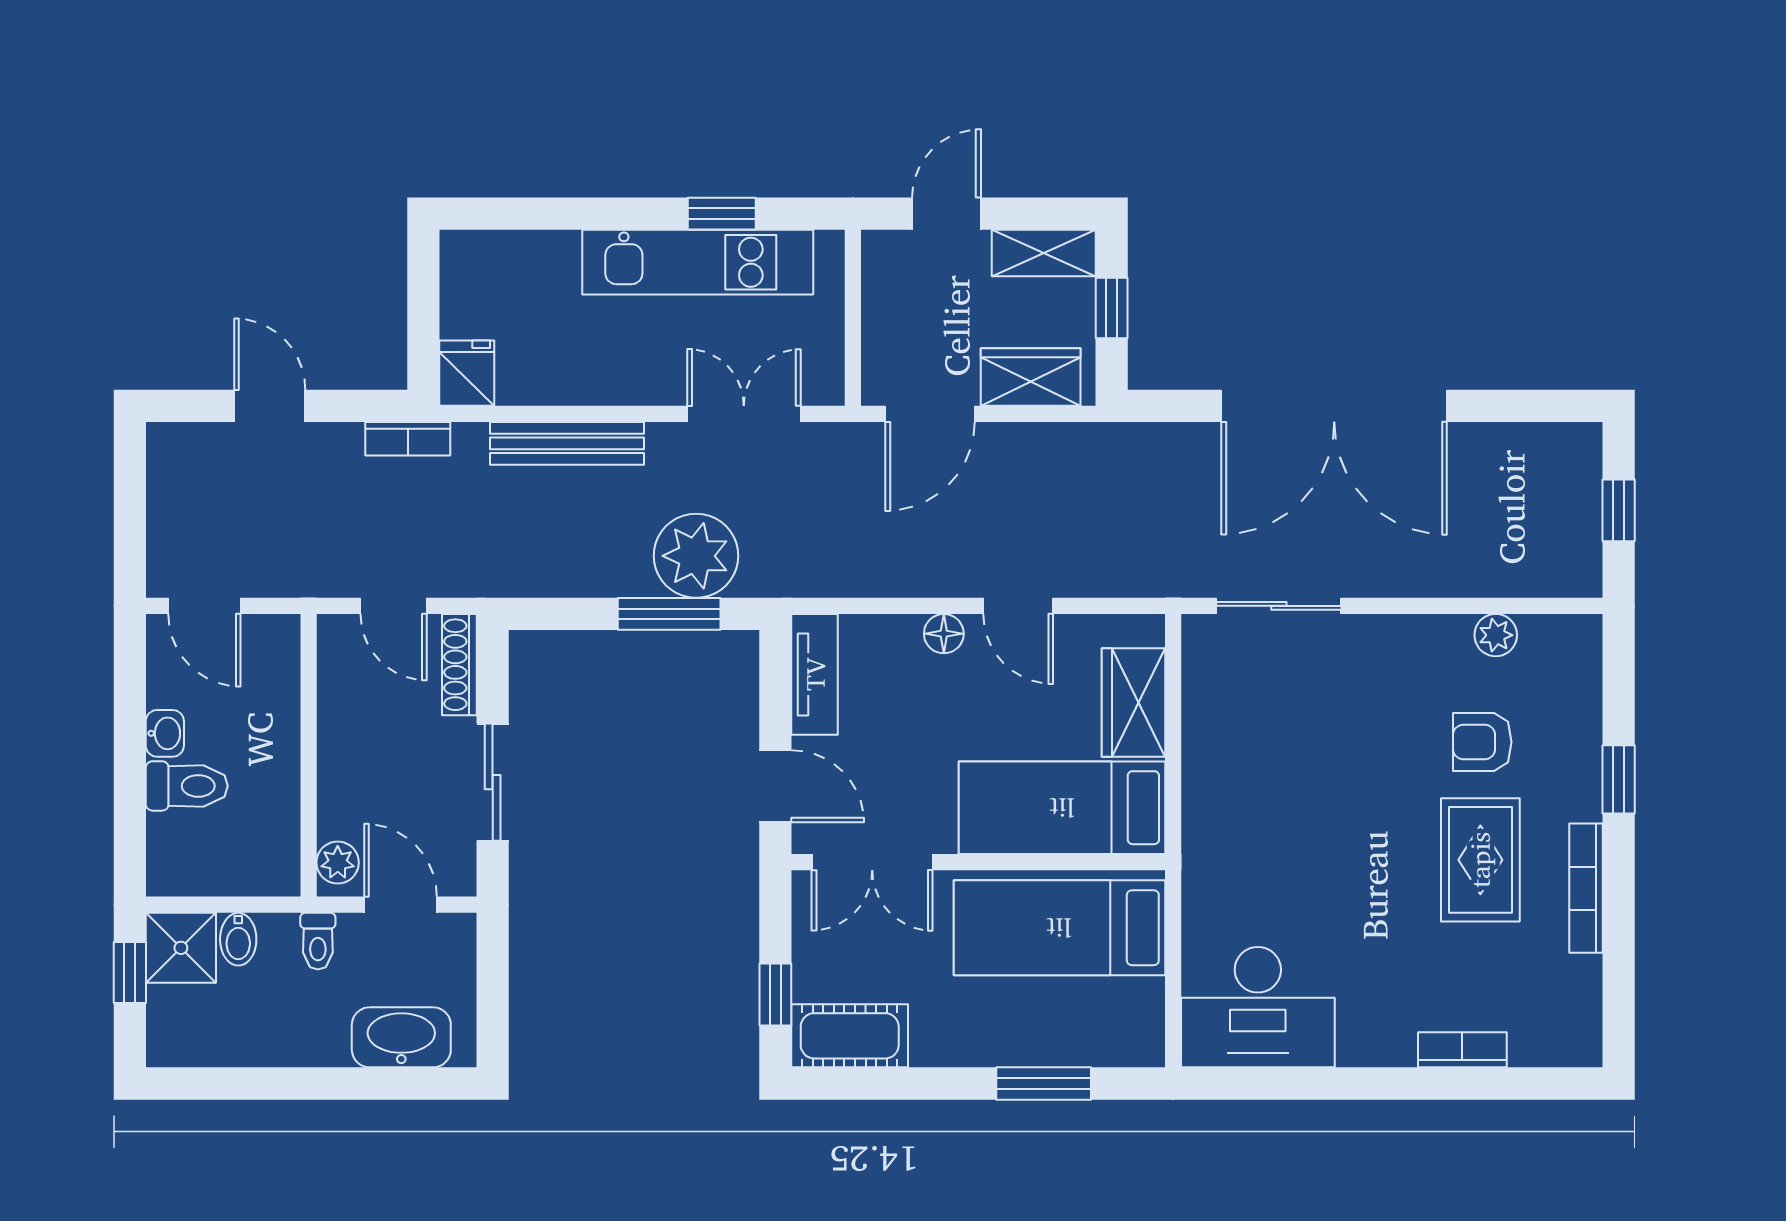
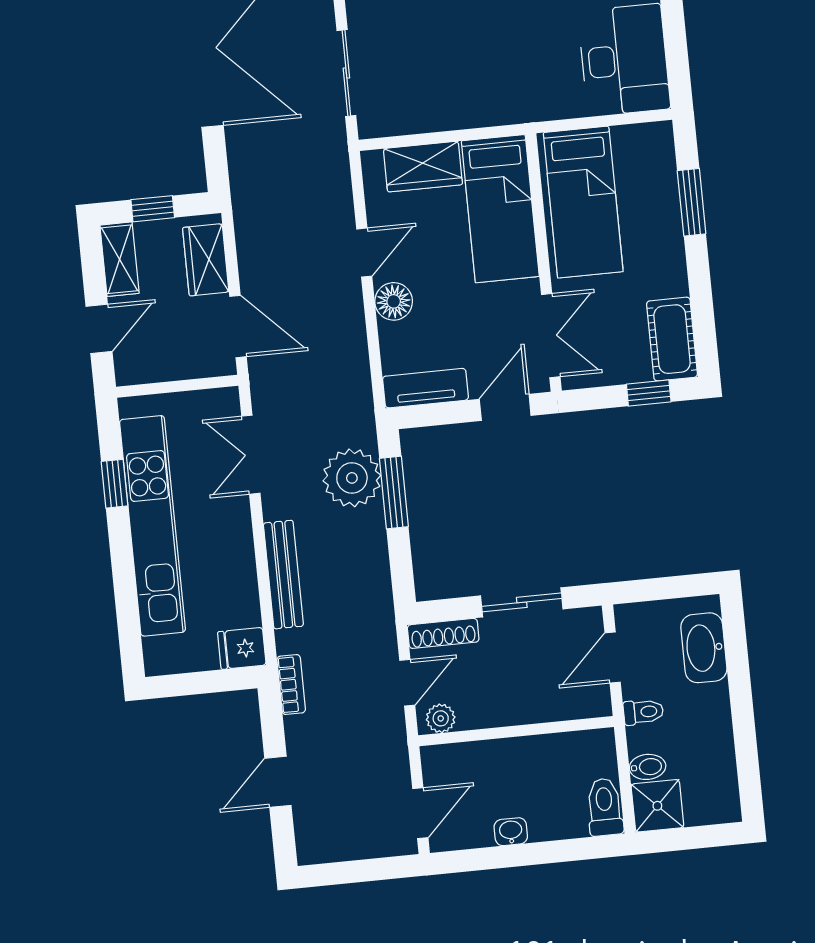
door: (946, 214) -> (99, 329), swing flipped
kitchen unit: (698, 262) -> (153, 526), width x1.36
floor lamp: (944, 634) -> (394, 301), width x1.37, depth x1.37
toilet: (187, 786) -> (605, 807), moved
plant: (338, 863) -> (441, 718), moved
window: (130, 972) -> (678, 839), removed

